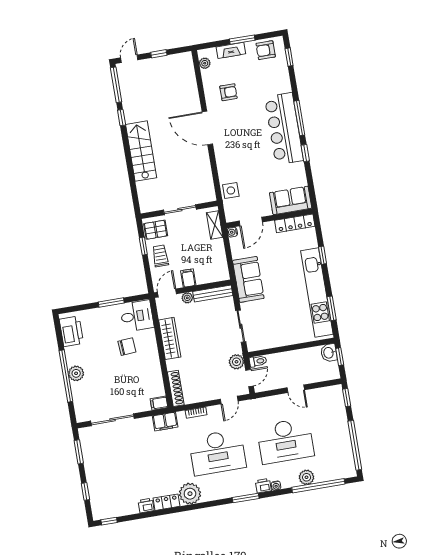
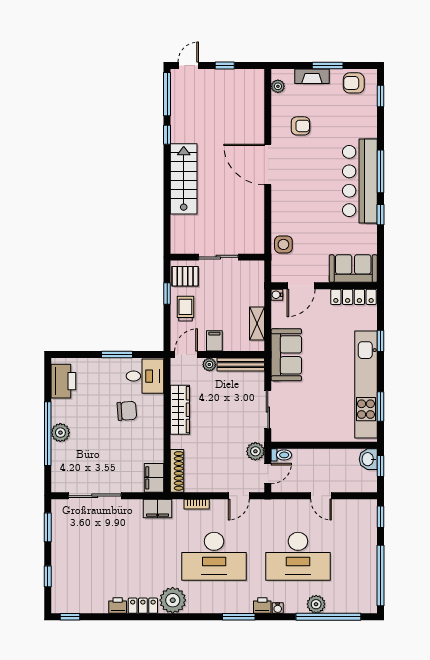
shelving: (215, 225) -> (257, 324), moved
filing cabinet: (159, 403) -> (154, 478), width x2.00

